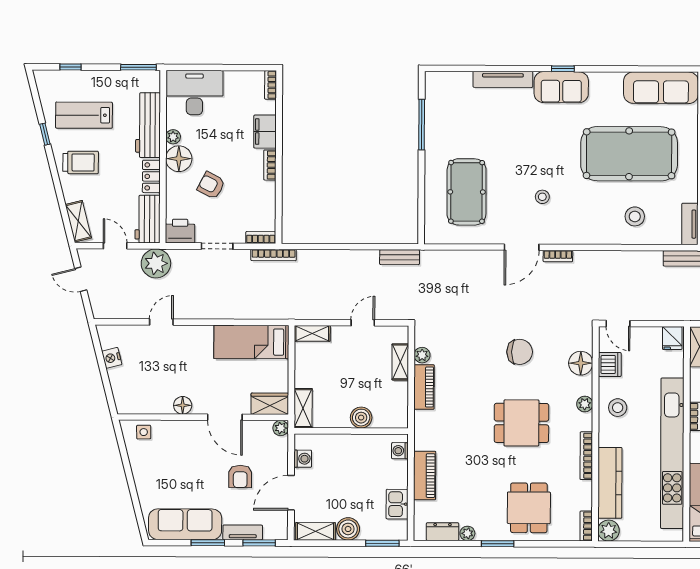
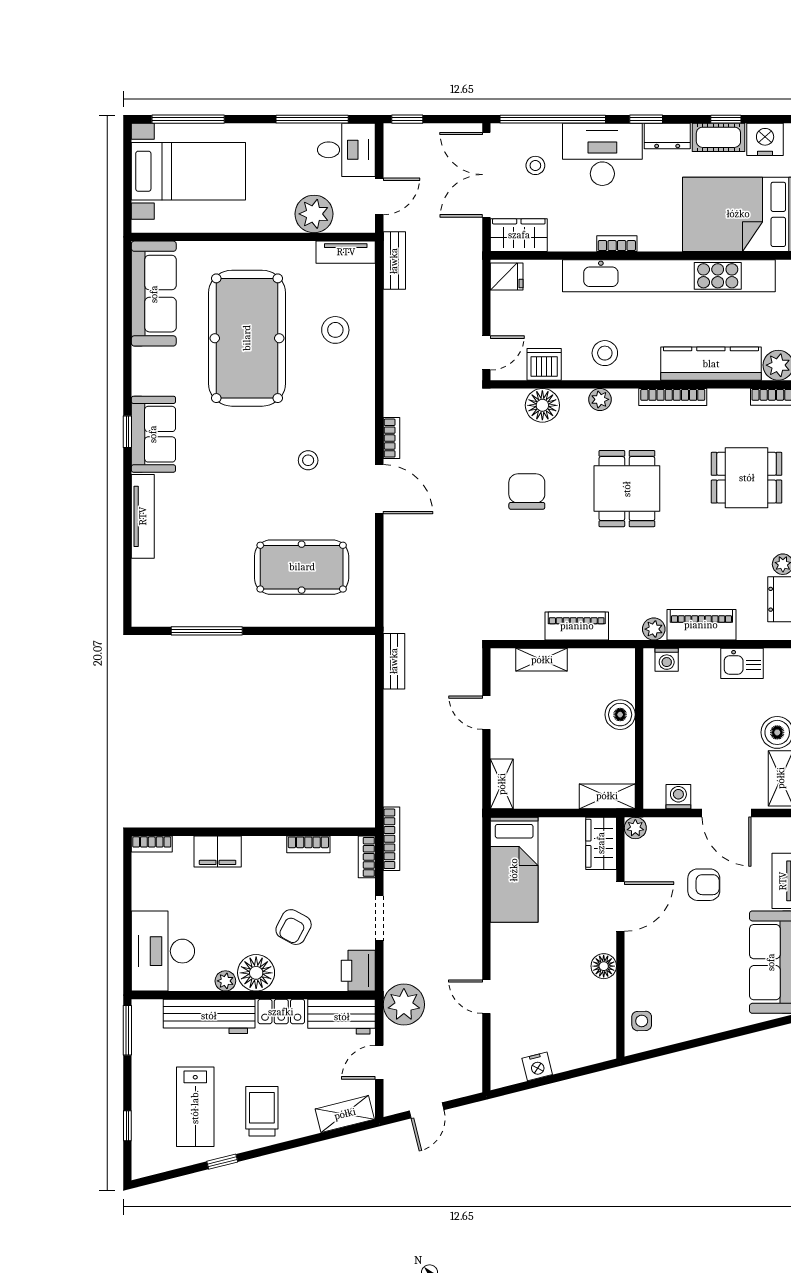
bookcase: (270, 165) -> (308, 844), moved
plant: (422, 355) -> (654, 629), moved

